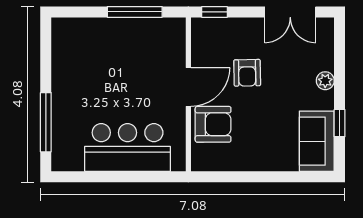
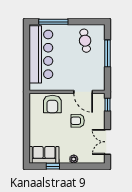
window: (135, 12) -> (107, 53), moved
cafe table: (84, 57) -> (85, 41), added
door: (188, 87) -> (83, 92), moved
bar counter: (128, 147) -> (41, 54), width x1.36

